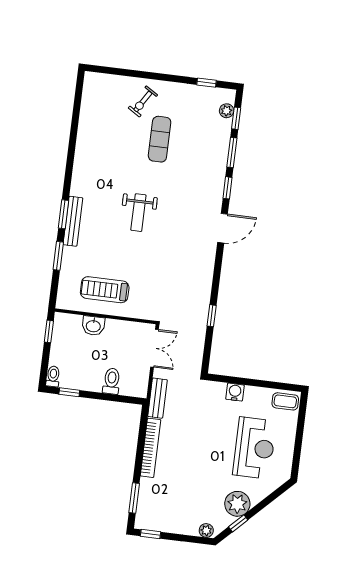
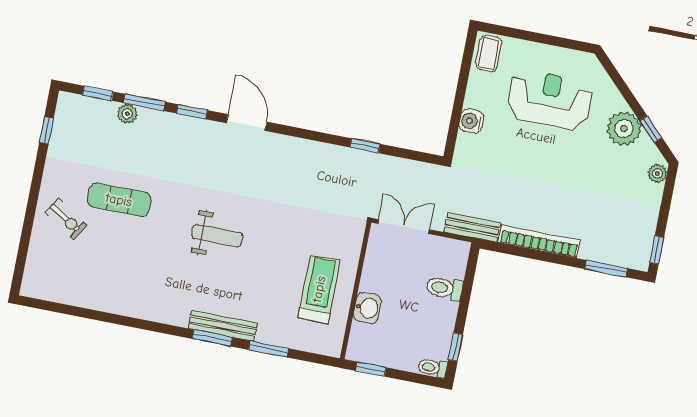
plant: (227, 111) -> (127, 114), moved
treadmill: (105, 290) -> (319, 289), turned 180

